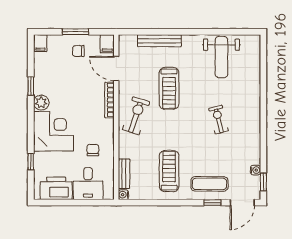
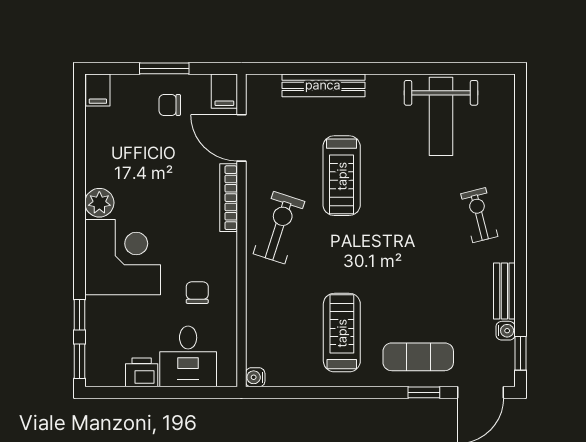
window: (31, 86) -> (79, 361), moved
exercise bike: (219, 120) -> (479, 215), moved
bench: (124, 174) -> (504, 291), moved
printer: (56, 188) -> (142, 372), width x0.53, depth x0.68

